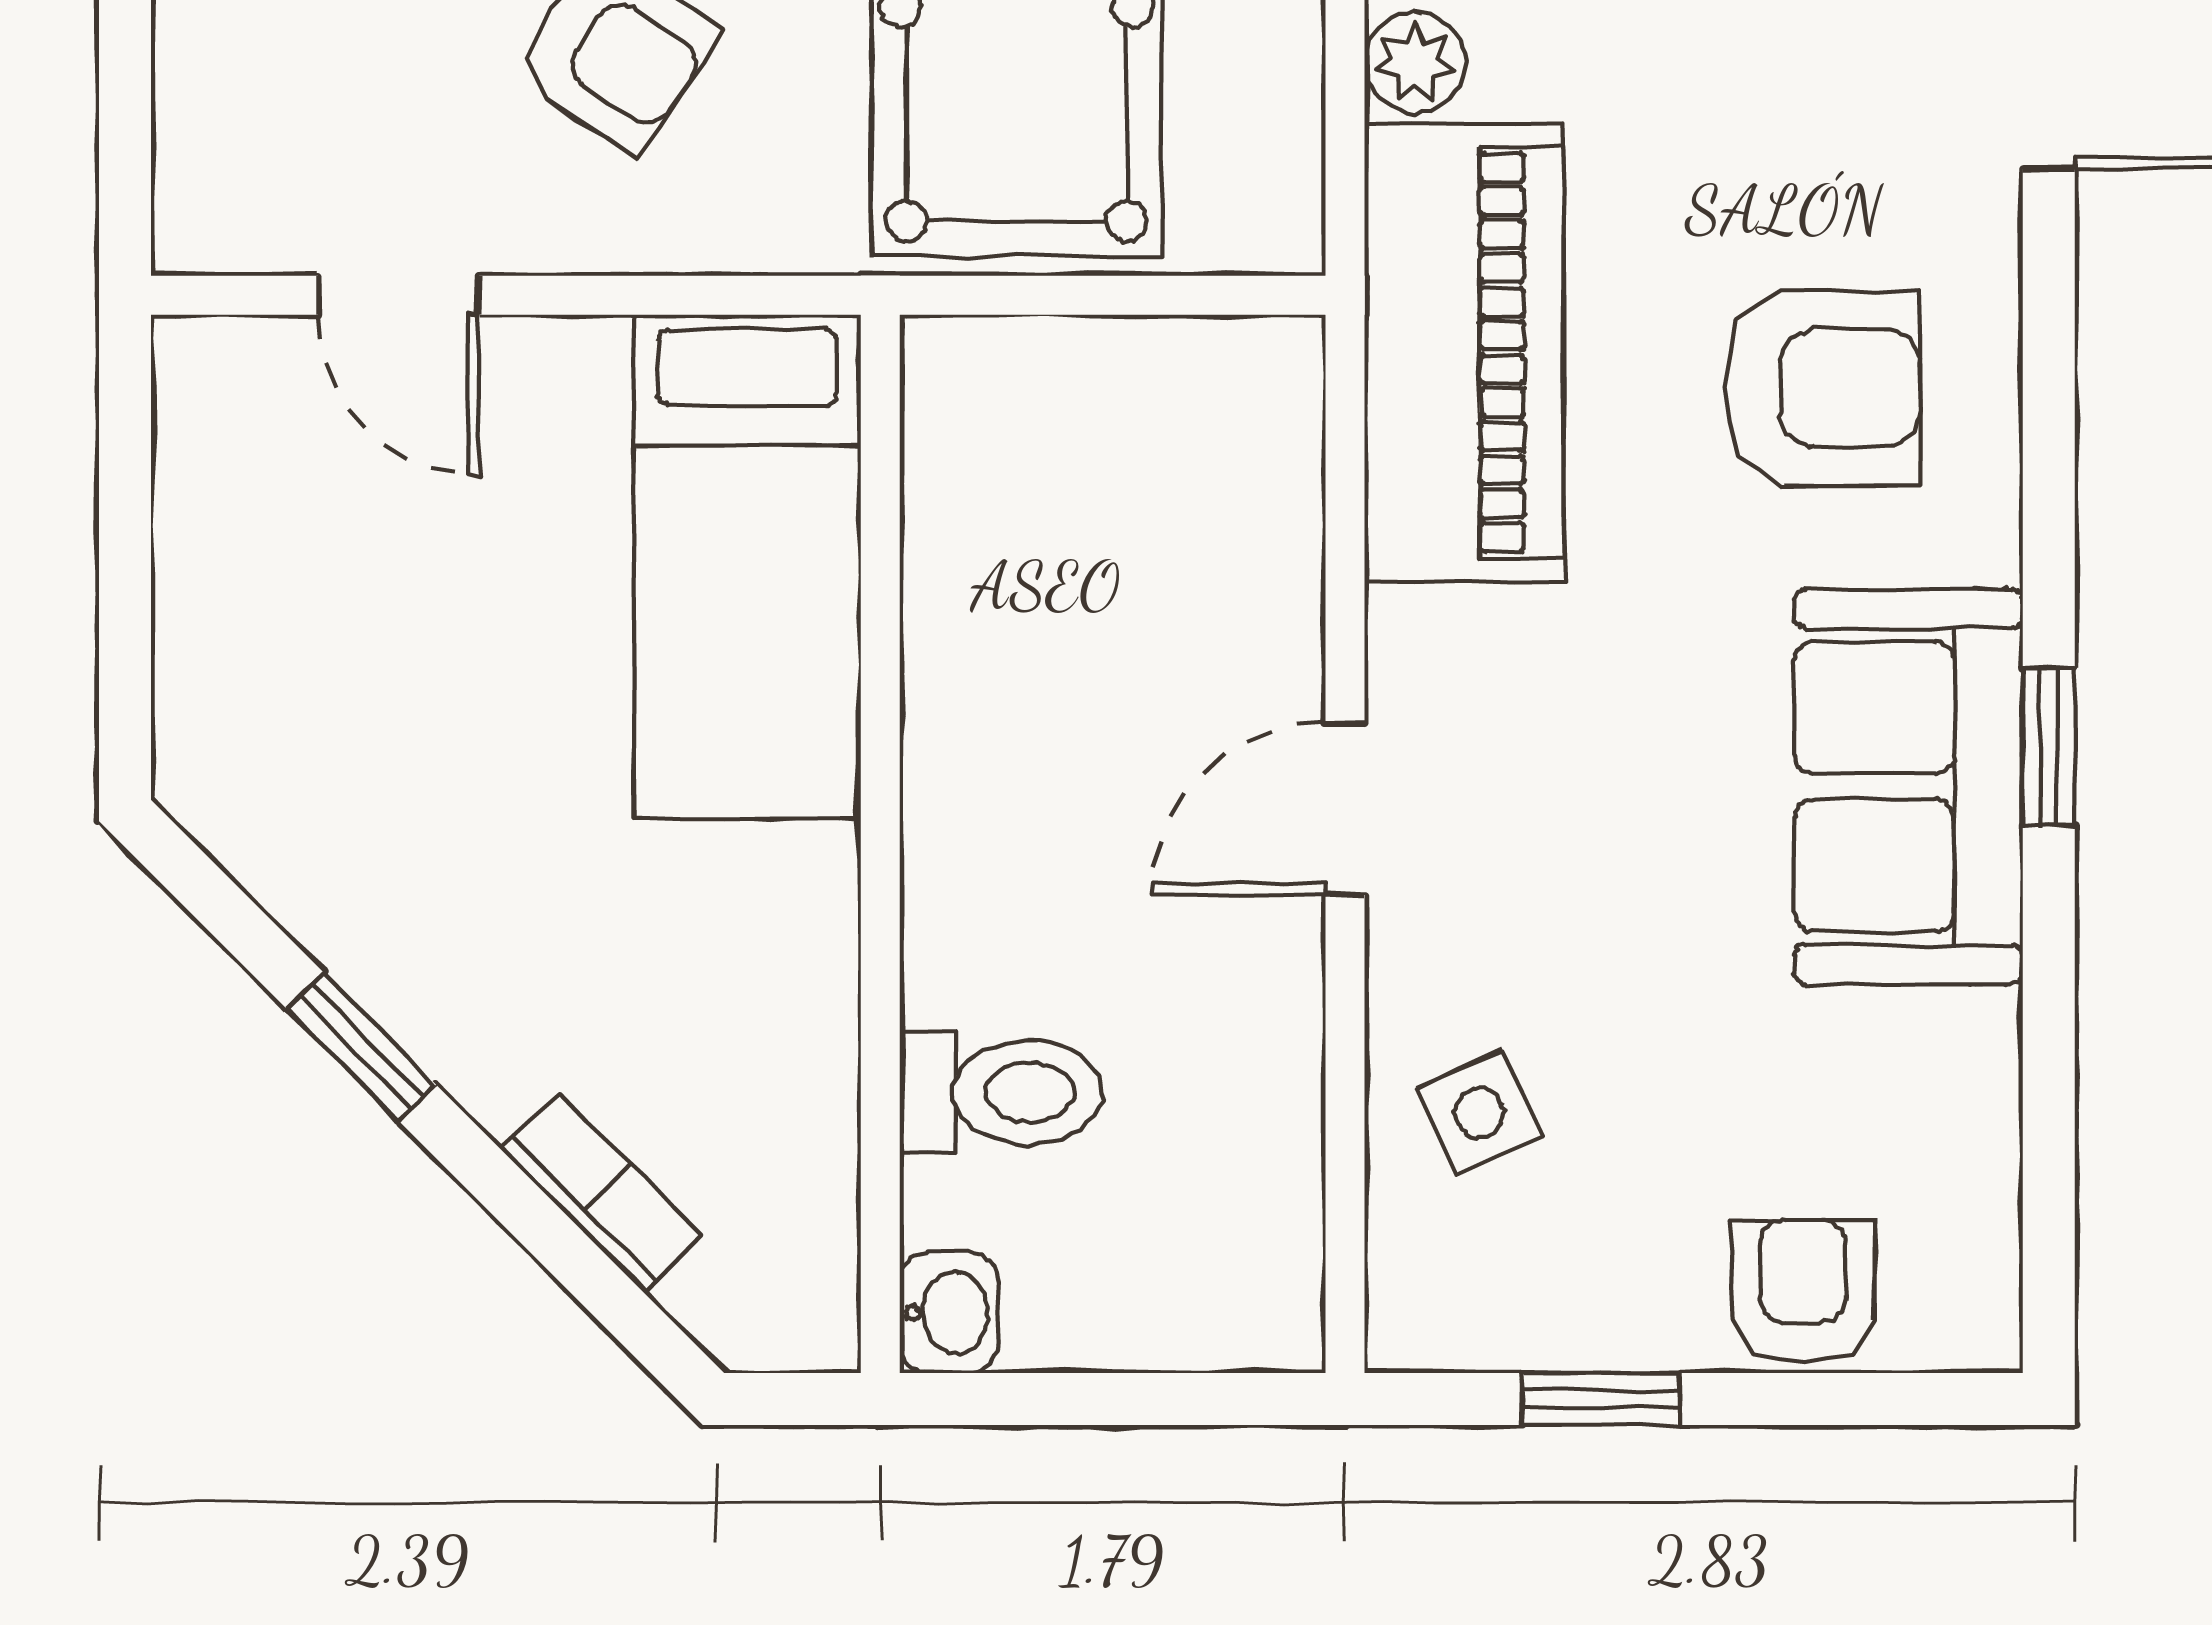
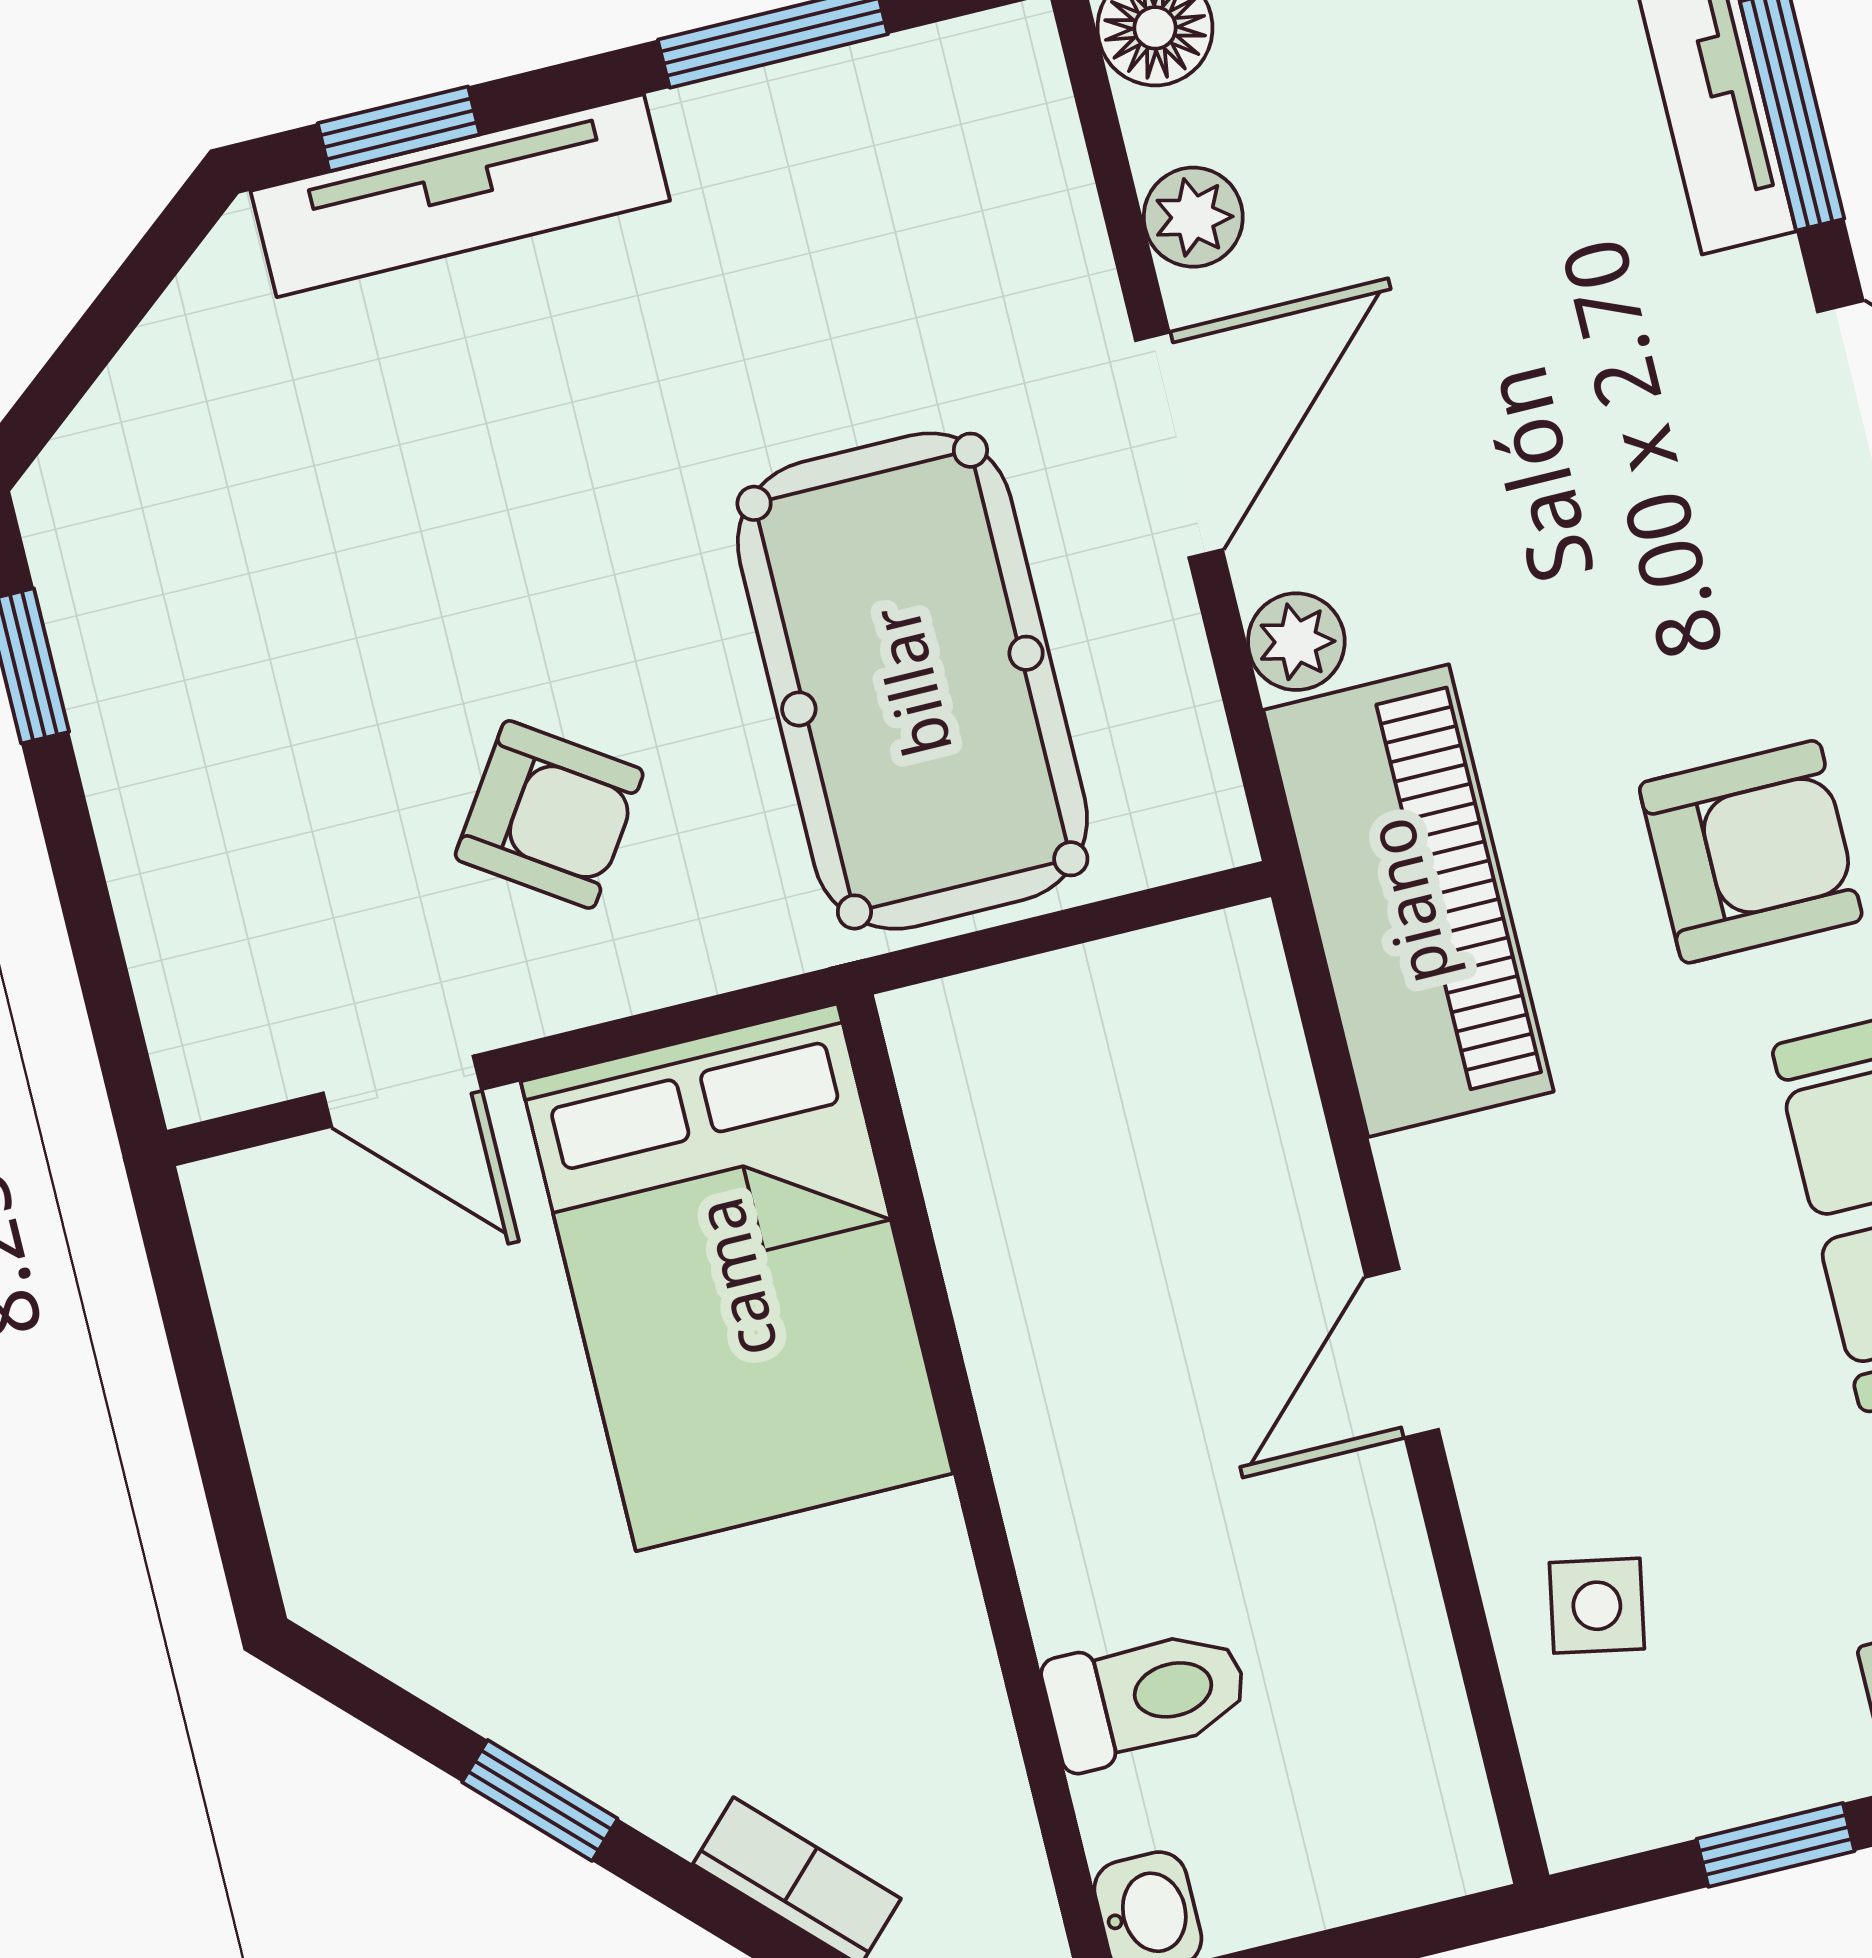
bed: (747, 567) -> (737, 1277), width x1.50
side table: (1479, 1113) -> (1597, 1606), turned 36

